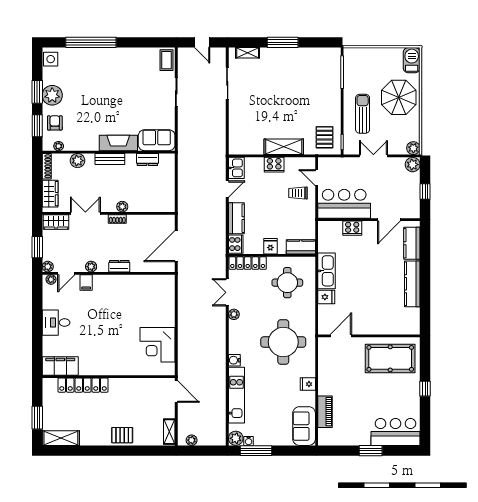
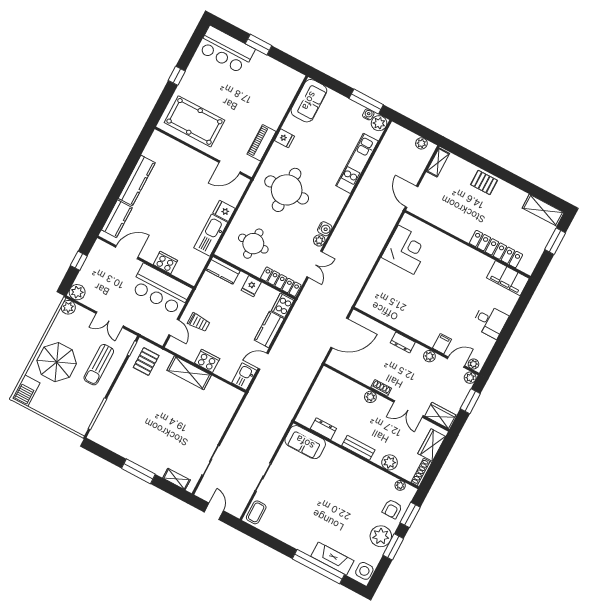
fireplace: (118, 143) -> (332, 559), moved, turned 180
water cooler: (234, 360) -> (325, 229), moved
piano: (325, 412) -> (262, 143), moved

